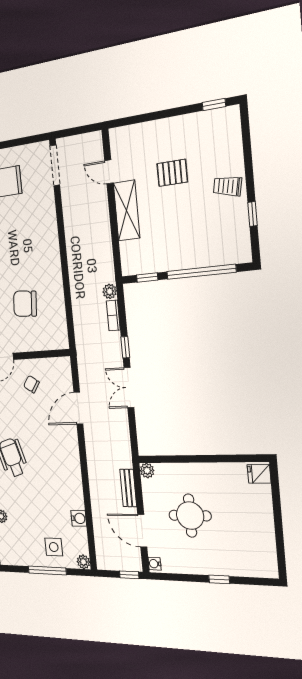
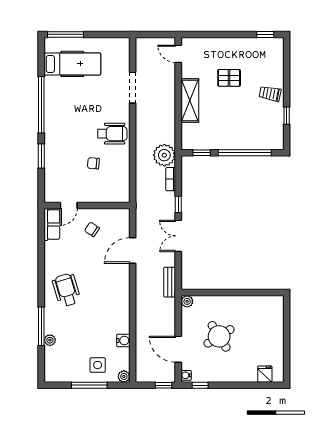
doorway: (55, 165) -> (133, 88), moved
door: (109, 172) -> (178, 54), moved
wheelchair: (42, 265) -> (112, 134), added
plant: (110, 291) -> (164, 155), width x1.88, depth x1.88
chair: (25, 304) -> (93, 163), width x0.54, depth x0.54
fridge: (259, 474) -> (265, 374), moved, turned 90
bench: (128, 488) -> (170, 282), moved
round table: (190, 516) -> (219, 336), turned -32
window: (219, 579) -> (200, 385), moved

